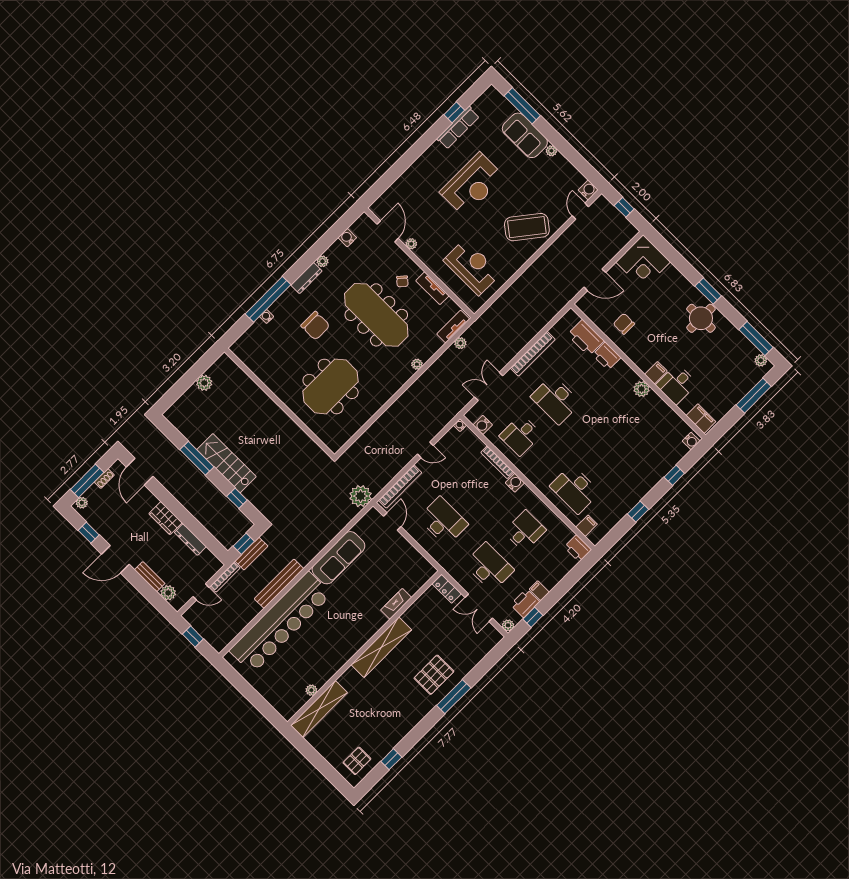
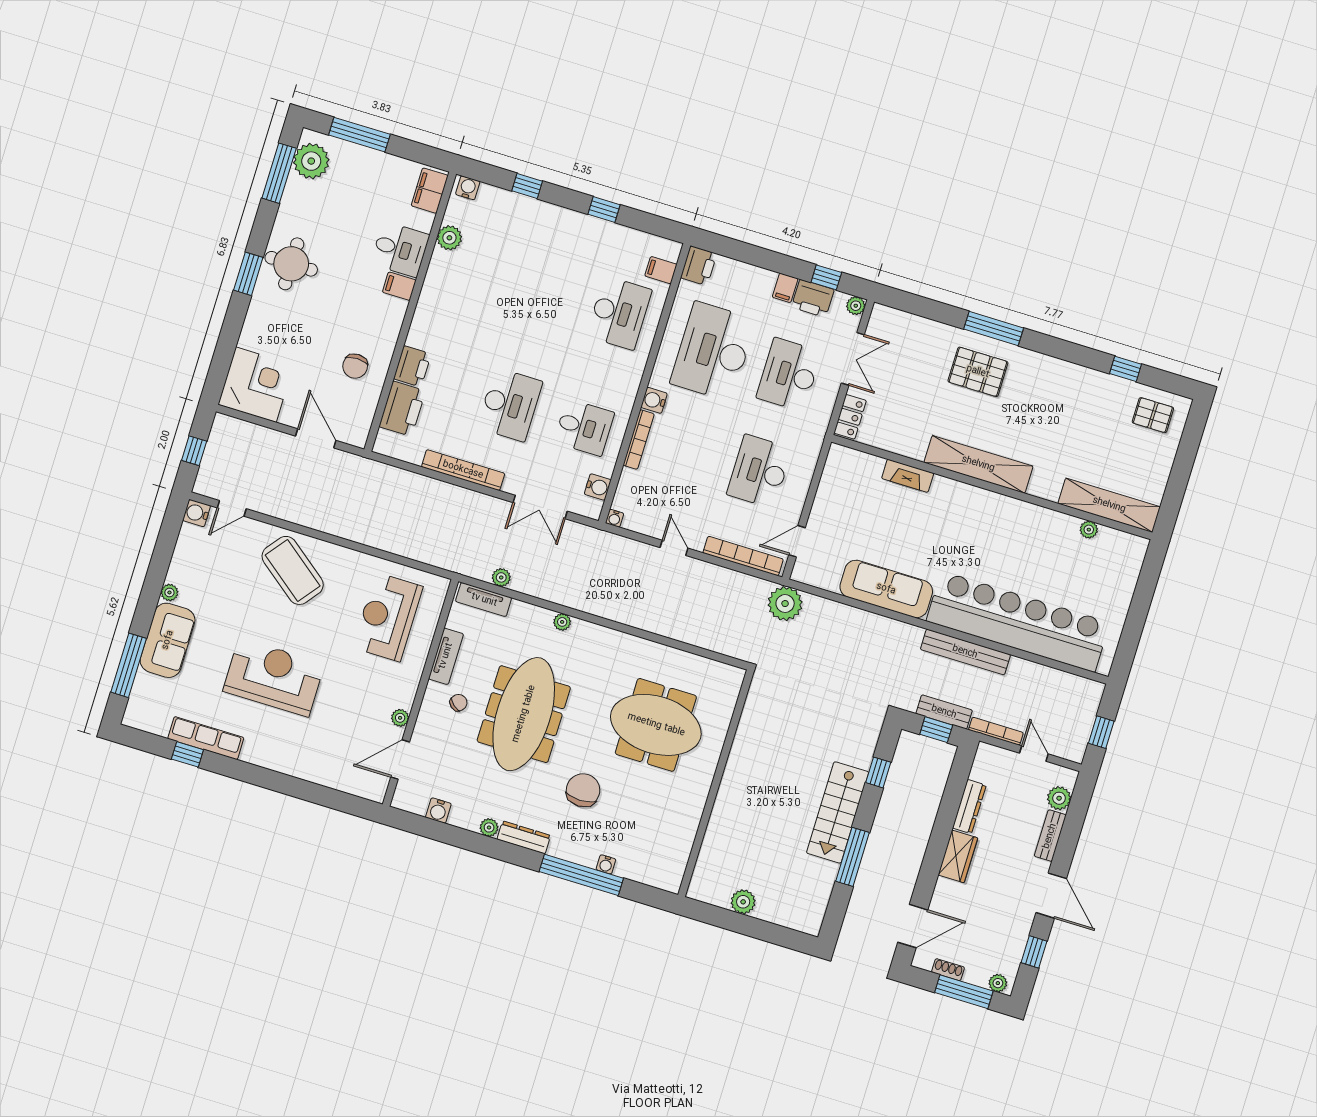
plant: (761, 360) -> (311, 161), width x1.88, depth x1.88
plant: (642, 389) -> (449, 238), moved
desk: (525, 531) -> (713, 351), width x1.87, depth x1.30

